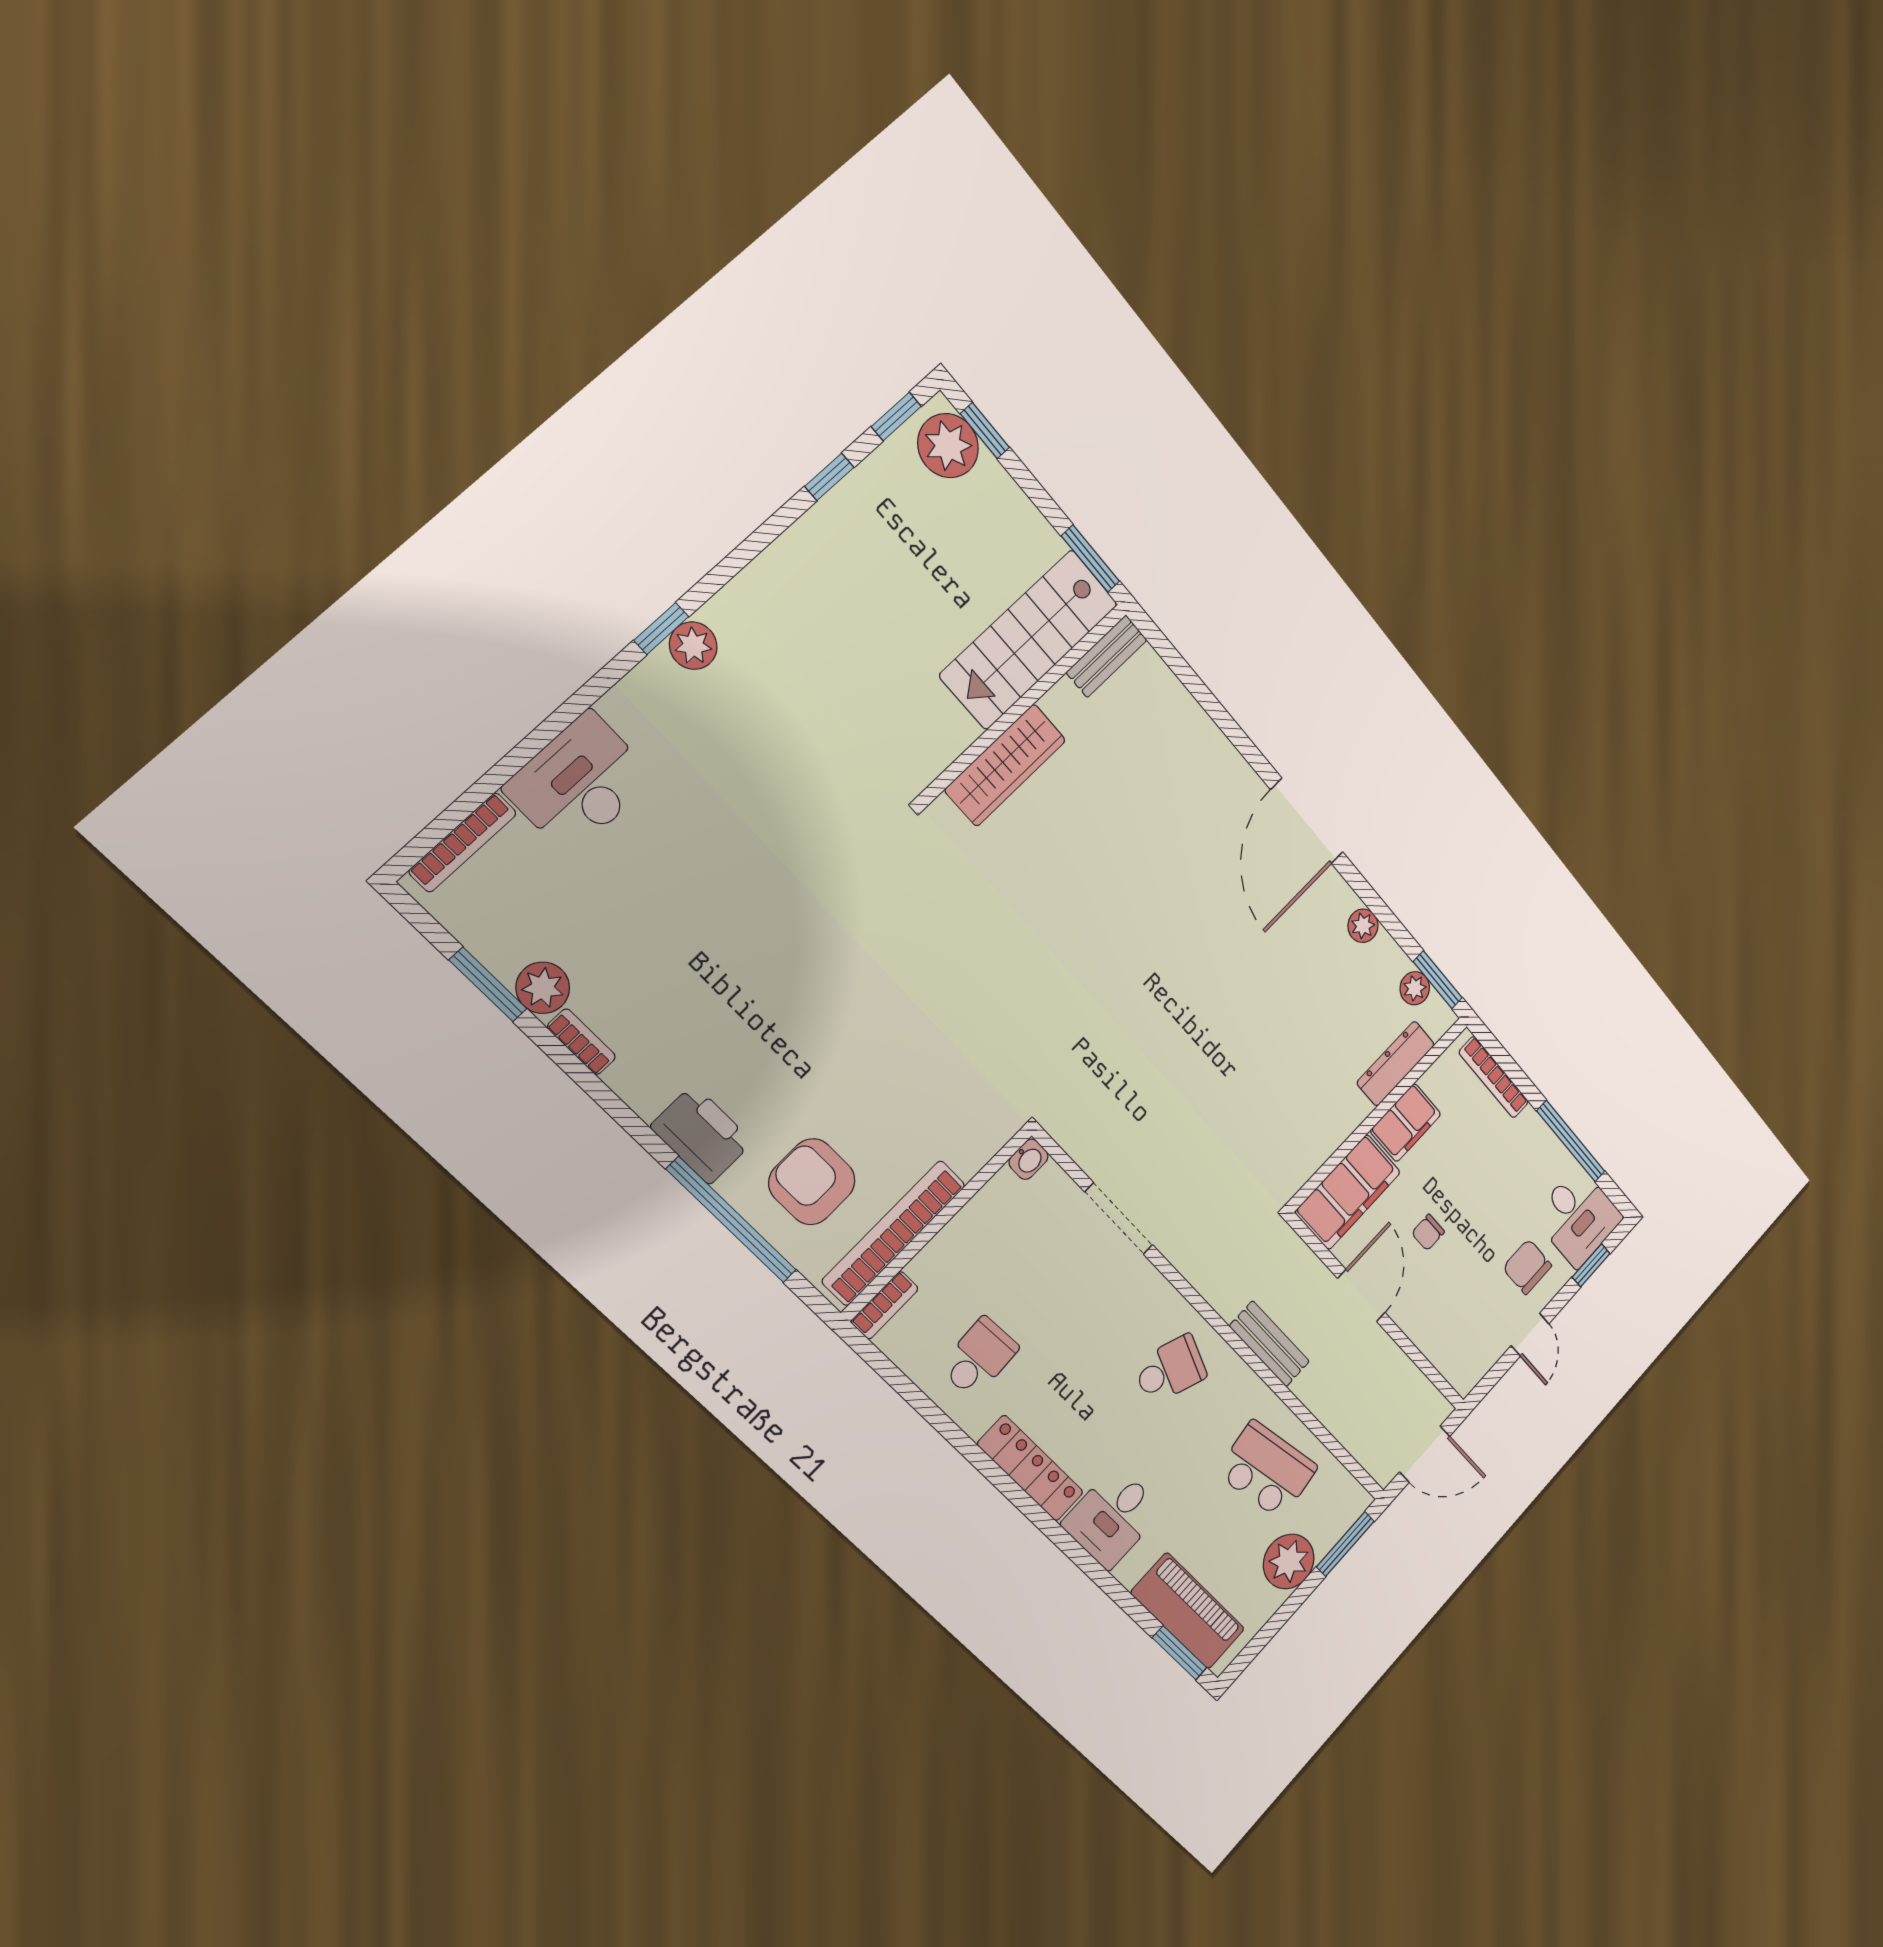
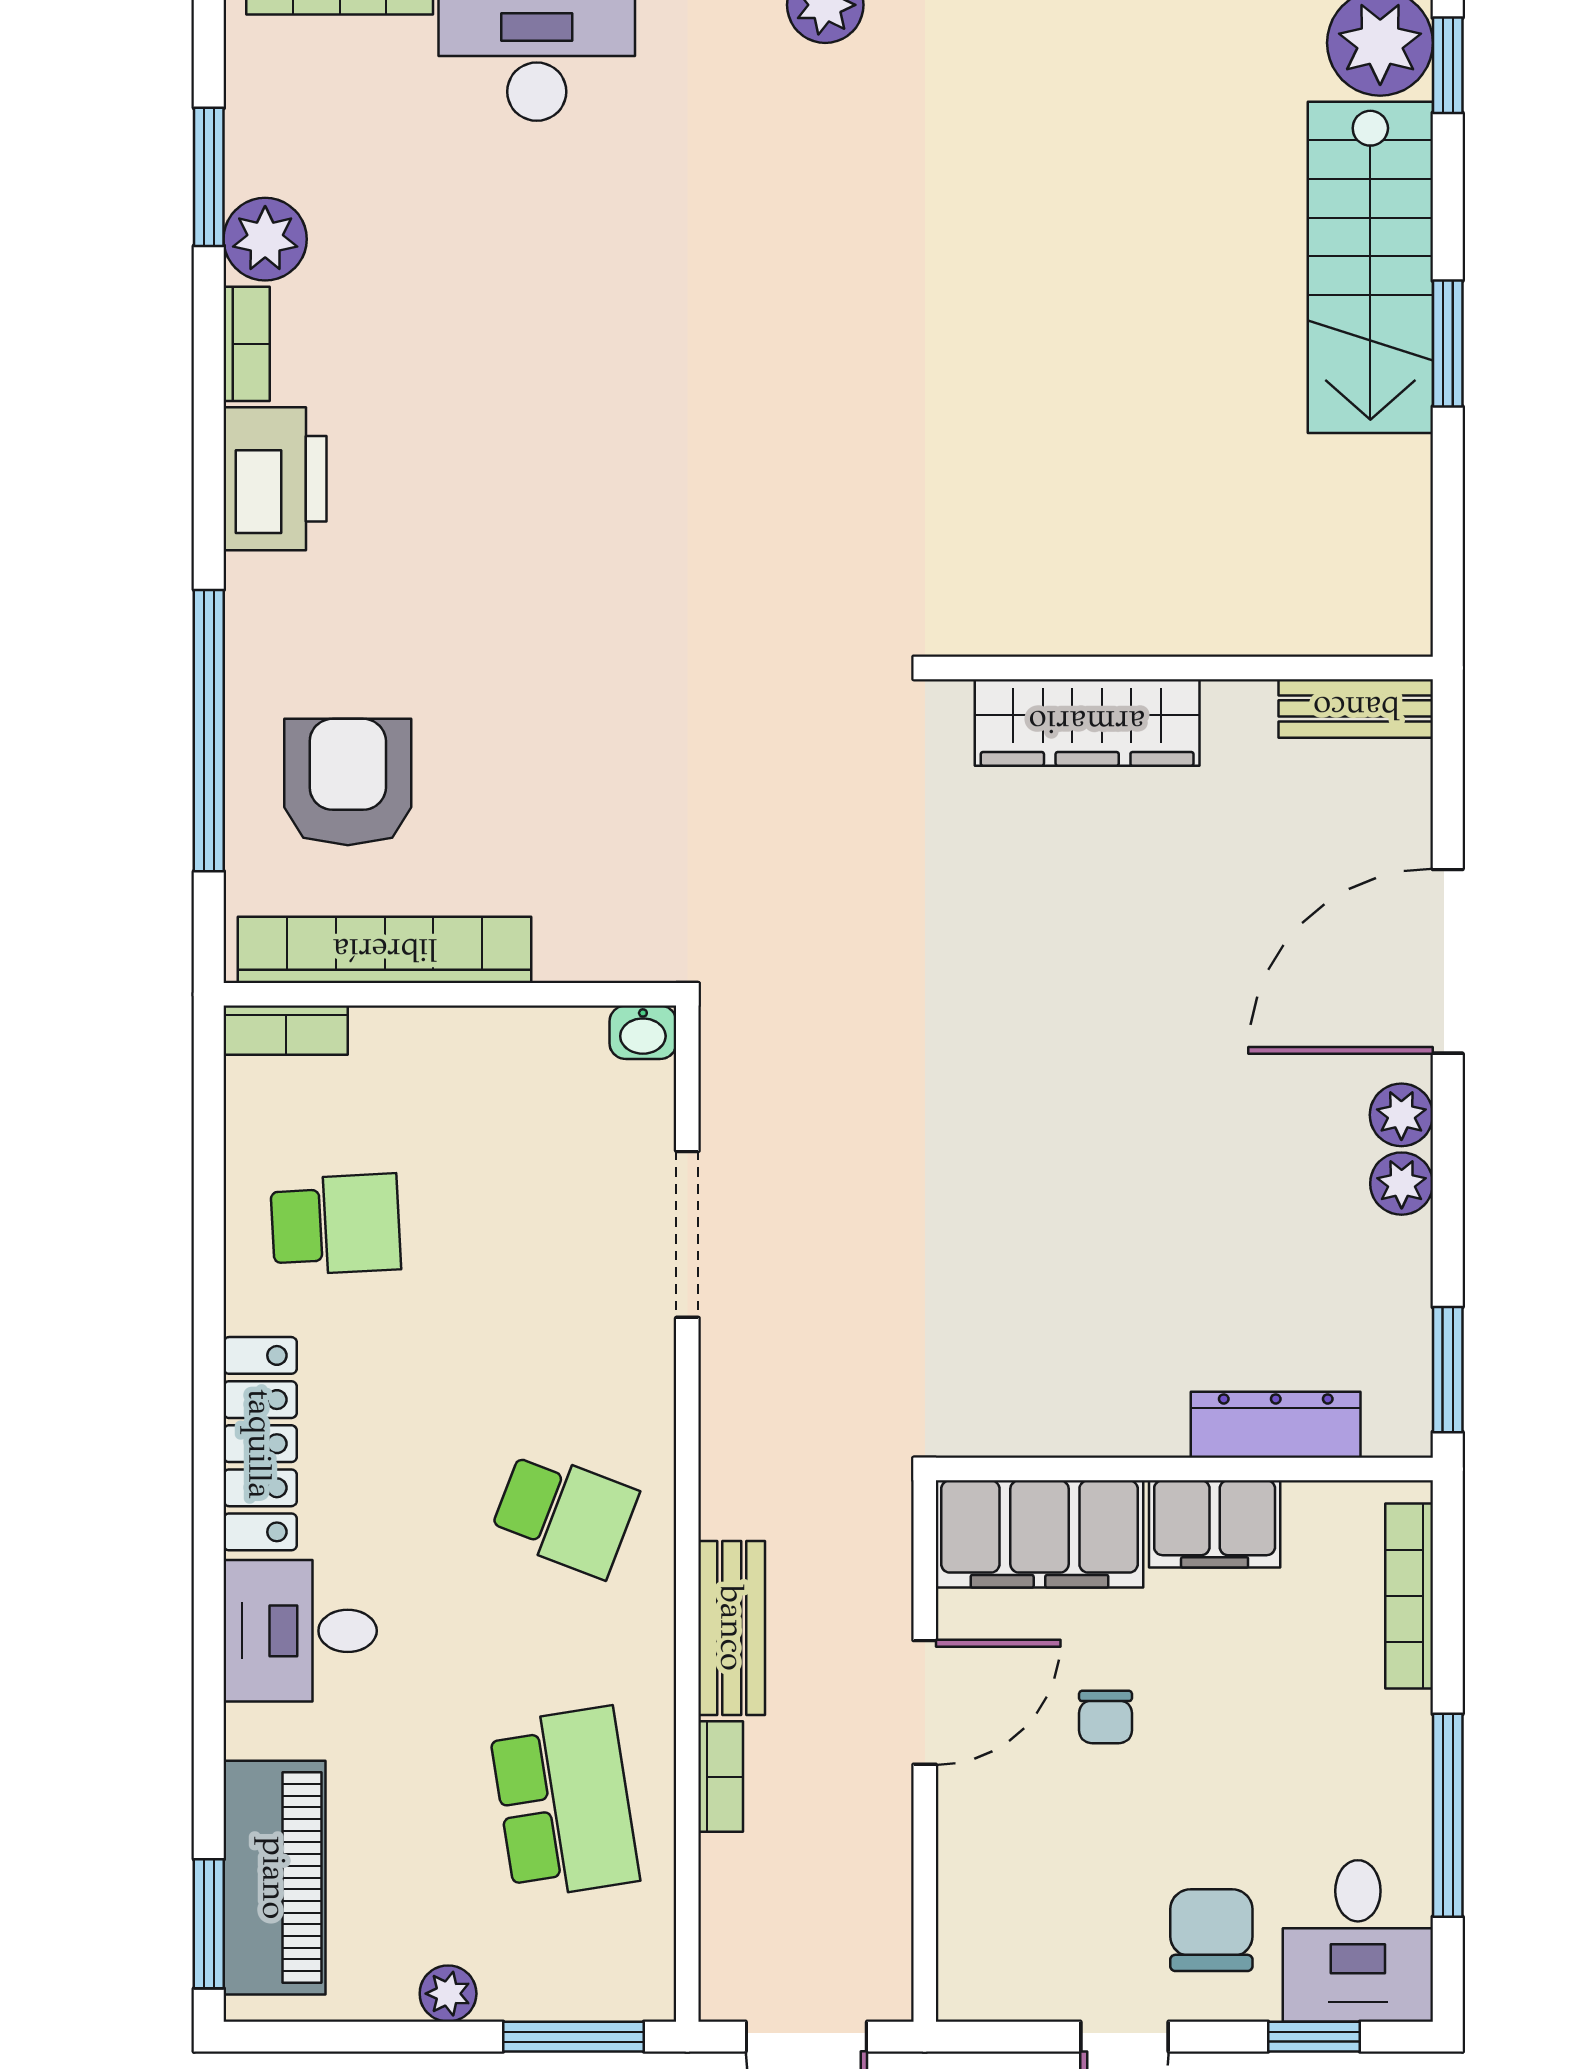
stairs: (1029, 640) -> (1370, 267), moved, turned -90
bench: (1107, 656) -> (1356, 708), moved
wall: (1024, 704) -> (1184, 668), moved
wardrobe: (1005, 765) -> (1087, 722), moved
plant: (1415, 988) -> (1401, 1115), moved
printer: (702, 1134) -> (275, 479), moved
chair: (1428, 1232) -> (1105, 1717), turned -90
bookcase: (1314, 1400) -> (721, 1777), added
plant: (1289, 1561) -> (448, 1994), width x0.53, depth x0.53

